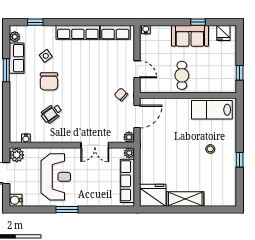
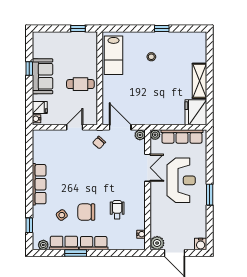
row of seats: (115, 32) -> (94, 243), moved, turned -90
fridge: (223, 33) -> (40, 107), moved
chair: (49, 81) -> (86, 212), turned 180
wheelchair: (51, 113) -> (117, 210), turned -144
reception desk: (56, 177) -> (181, 180), moved, turned 90

